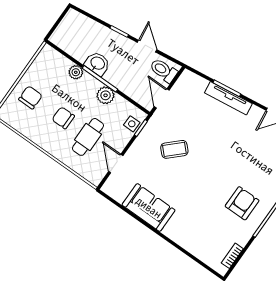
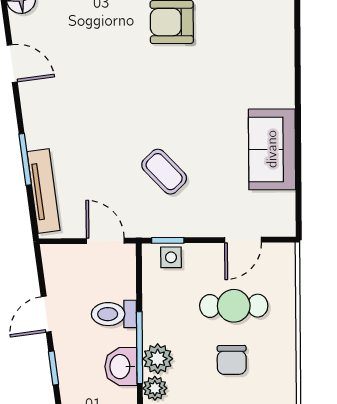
toilet: (163, 70) -> (114, 314), moved, turned 90
plant: (106, 95) -> (158, 359), moved
door: (162, 98) -> (105, 241), swing flipped
tv unit: (228, 98) -> (44, 191), moved

